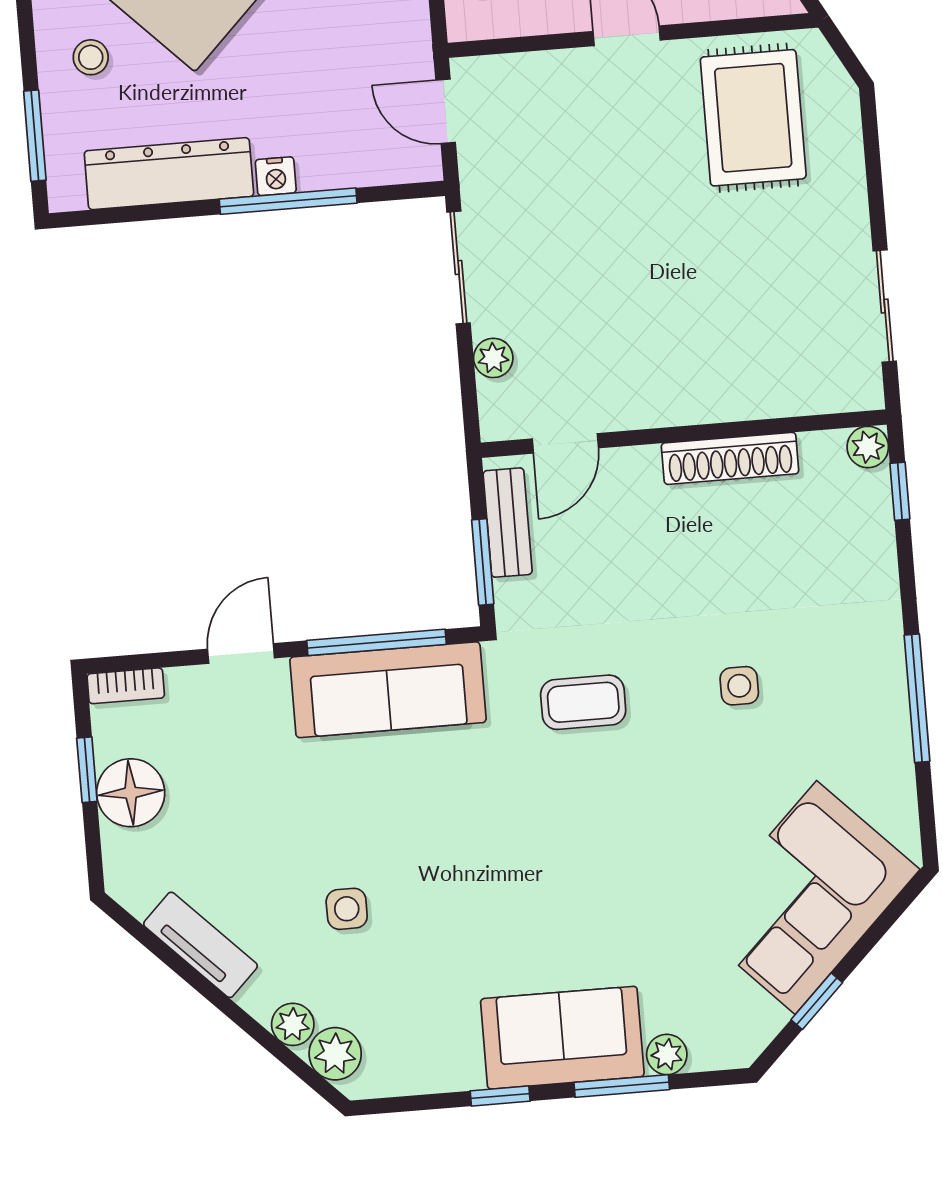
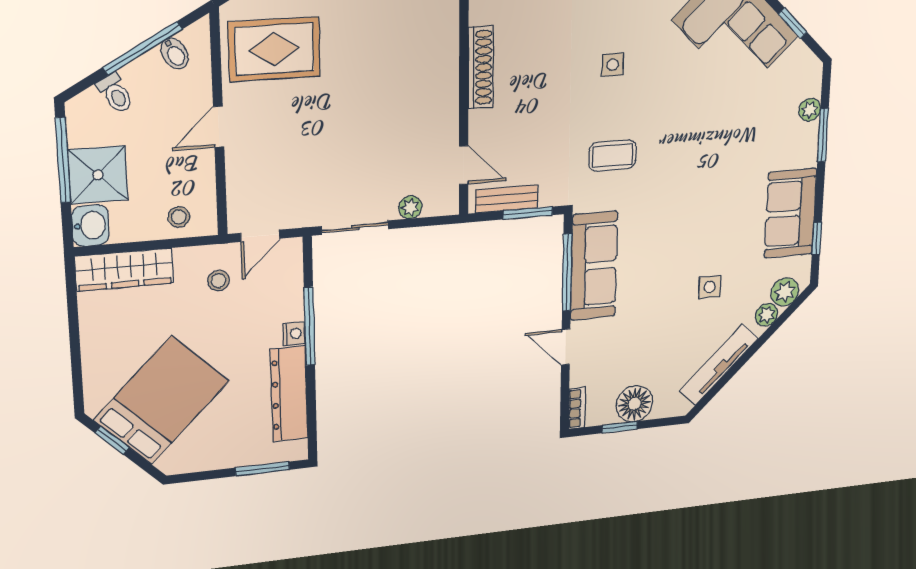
stool: (91, 57) -> (218, 281), moved
coffee table: (583, 702) -> (612, 156), turned 90
tv unit: (201, 945) -> (719, 365), width x1.41
sofa: (562, 1038) -> (791, 213), moved
window: (500, 1096) -> (817, 239), moved

